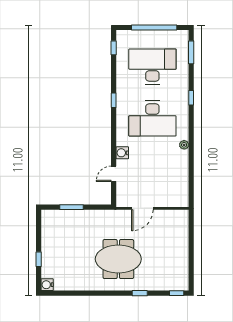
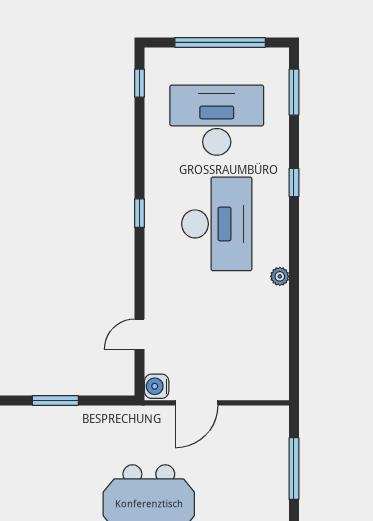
window: (114, 100) -> (139, 213), moved
desk: (152, 119) -> (217, 224), turned -90
water cooler: (122, 153) -> (157, 386), moved
window: (191, 241) -> (294, 469), added

